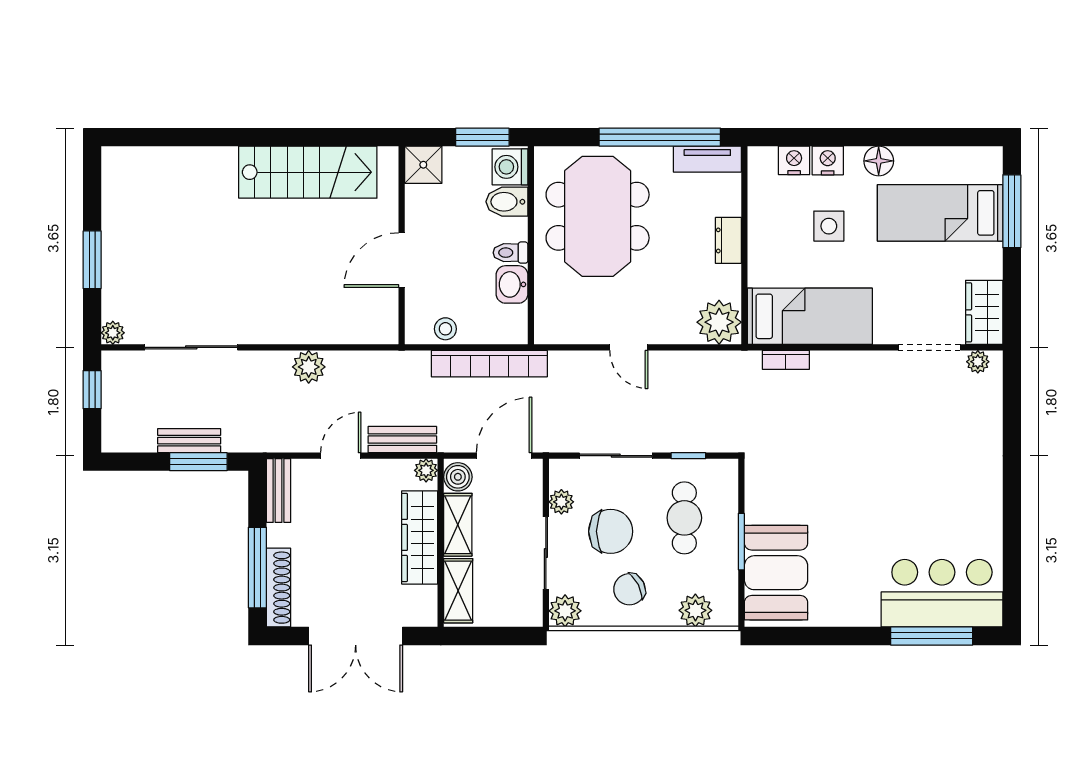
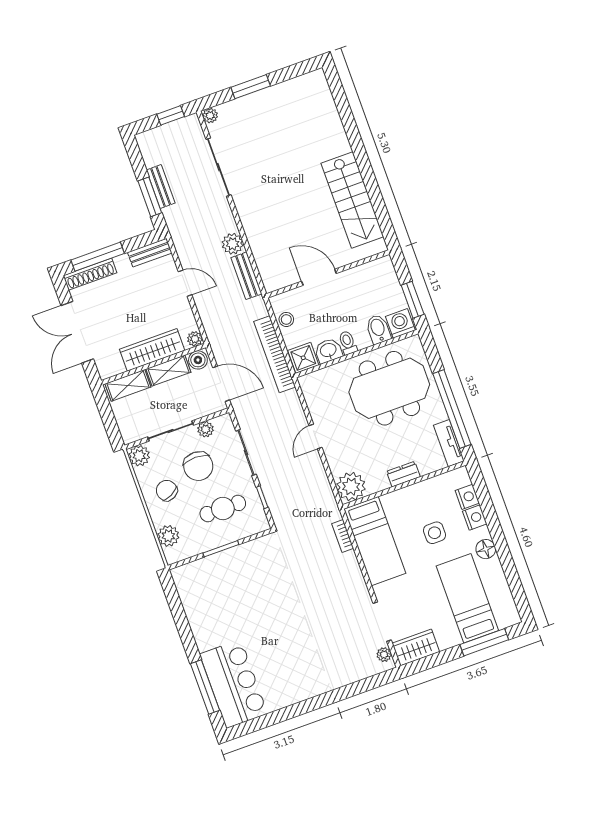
shower: (423, 165) -> (303, 358), moved
bench: (402, 440) -> (246, 276), moved
booth: (776, 573) -> (209, 577), removed

